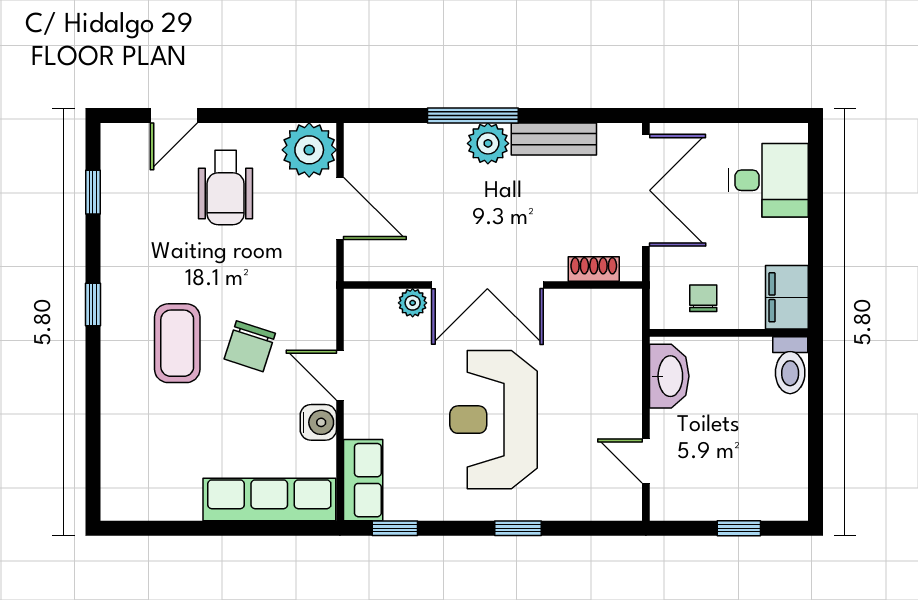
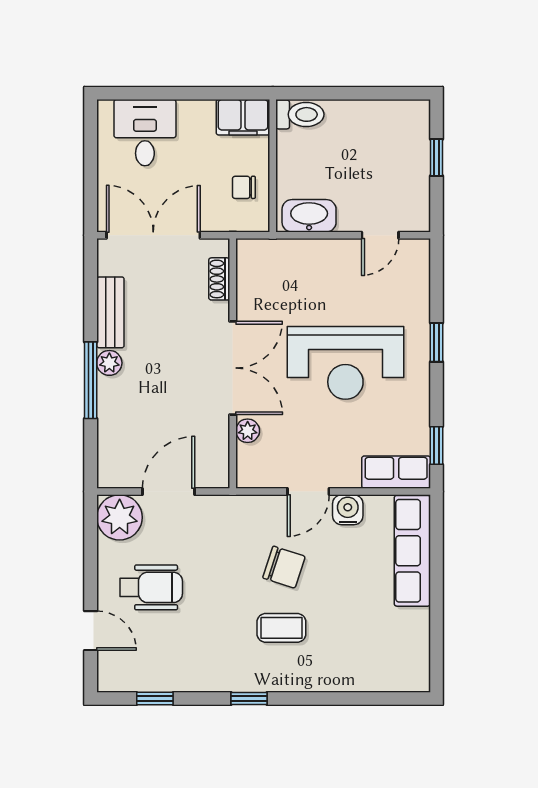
plant: (488, 143) -> (109, 363), width x0.73, depth x0.73
coffee table: (177, 343) -> (281, 628), width x0.73, depth x0.77

